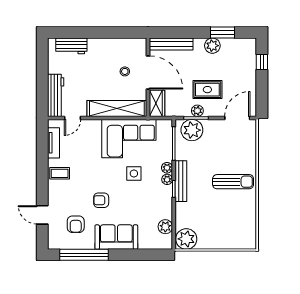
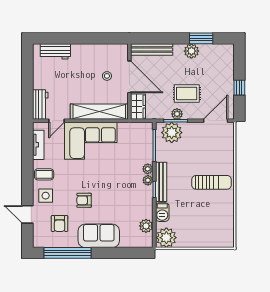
window: (262, 62) -> (239, 88), moved
workbench: (56, 95) -> (40, 105), width x0.73
corner sofa: (129, 139) -> (91, 141), moved
side table: (134, 173) -> (46, 196), moved
barbecue: (182, 212) -> (162, 212), added

